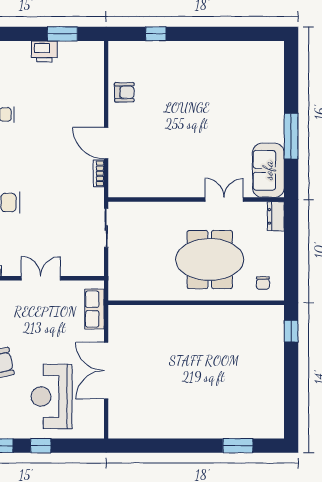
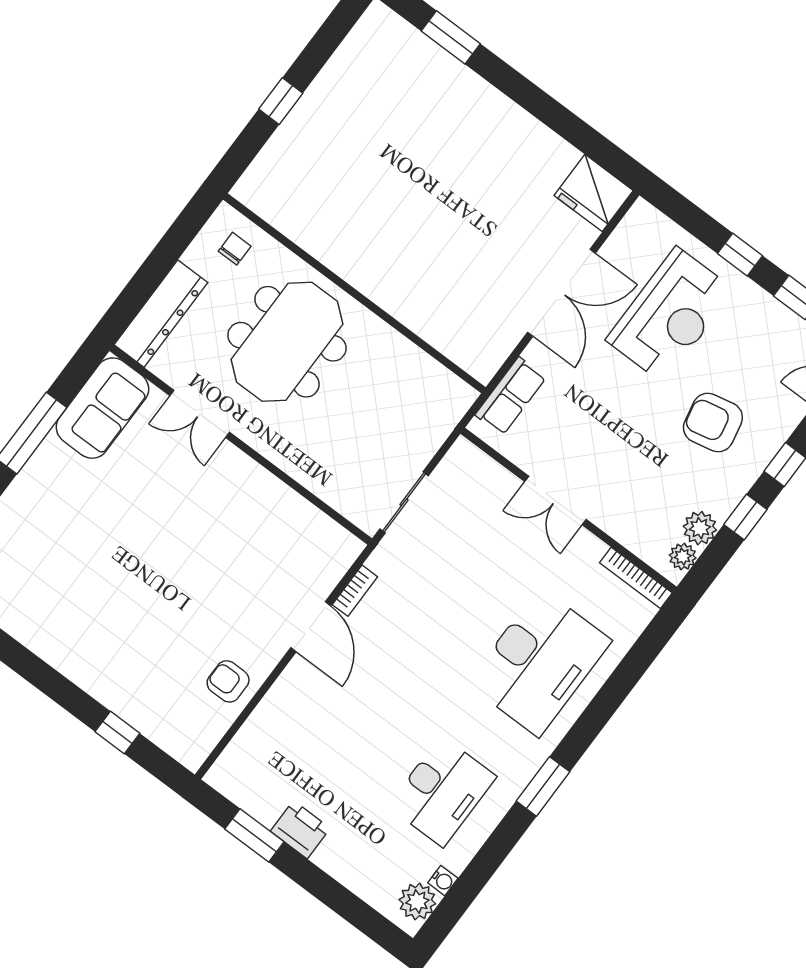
dresser: (276, 216) -> (161, 314), width x1.96, depth x1.24
meeting table: (210, 260) -> (287, 342), turned 90
window: (291, 331) -> (281, 101), moved
fridge: (125, 425) -> (594, 193), added

